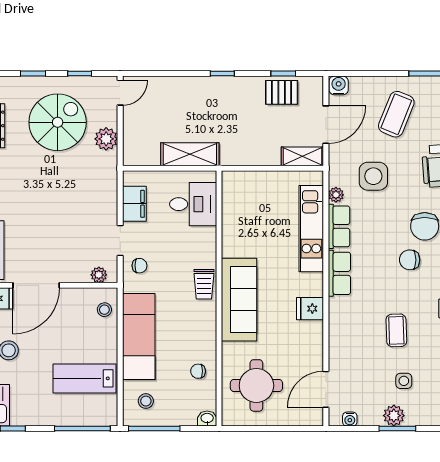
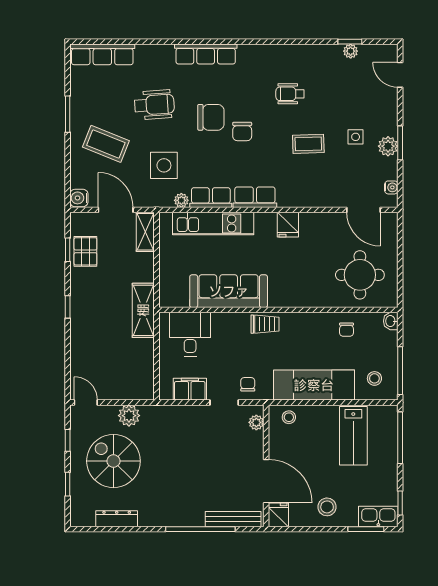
shelving: (190, 154) -> (143, 310), moved
sofa: (239, 300) -> (229, 291), moved

